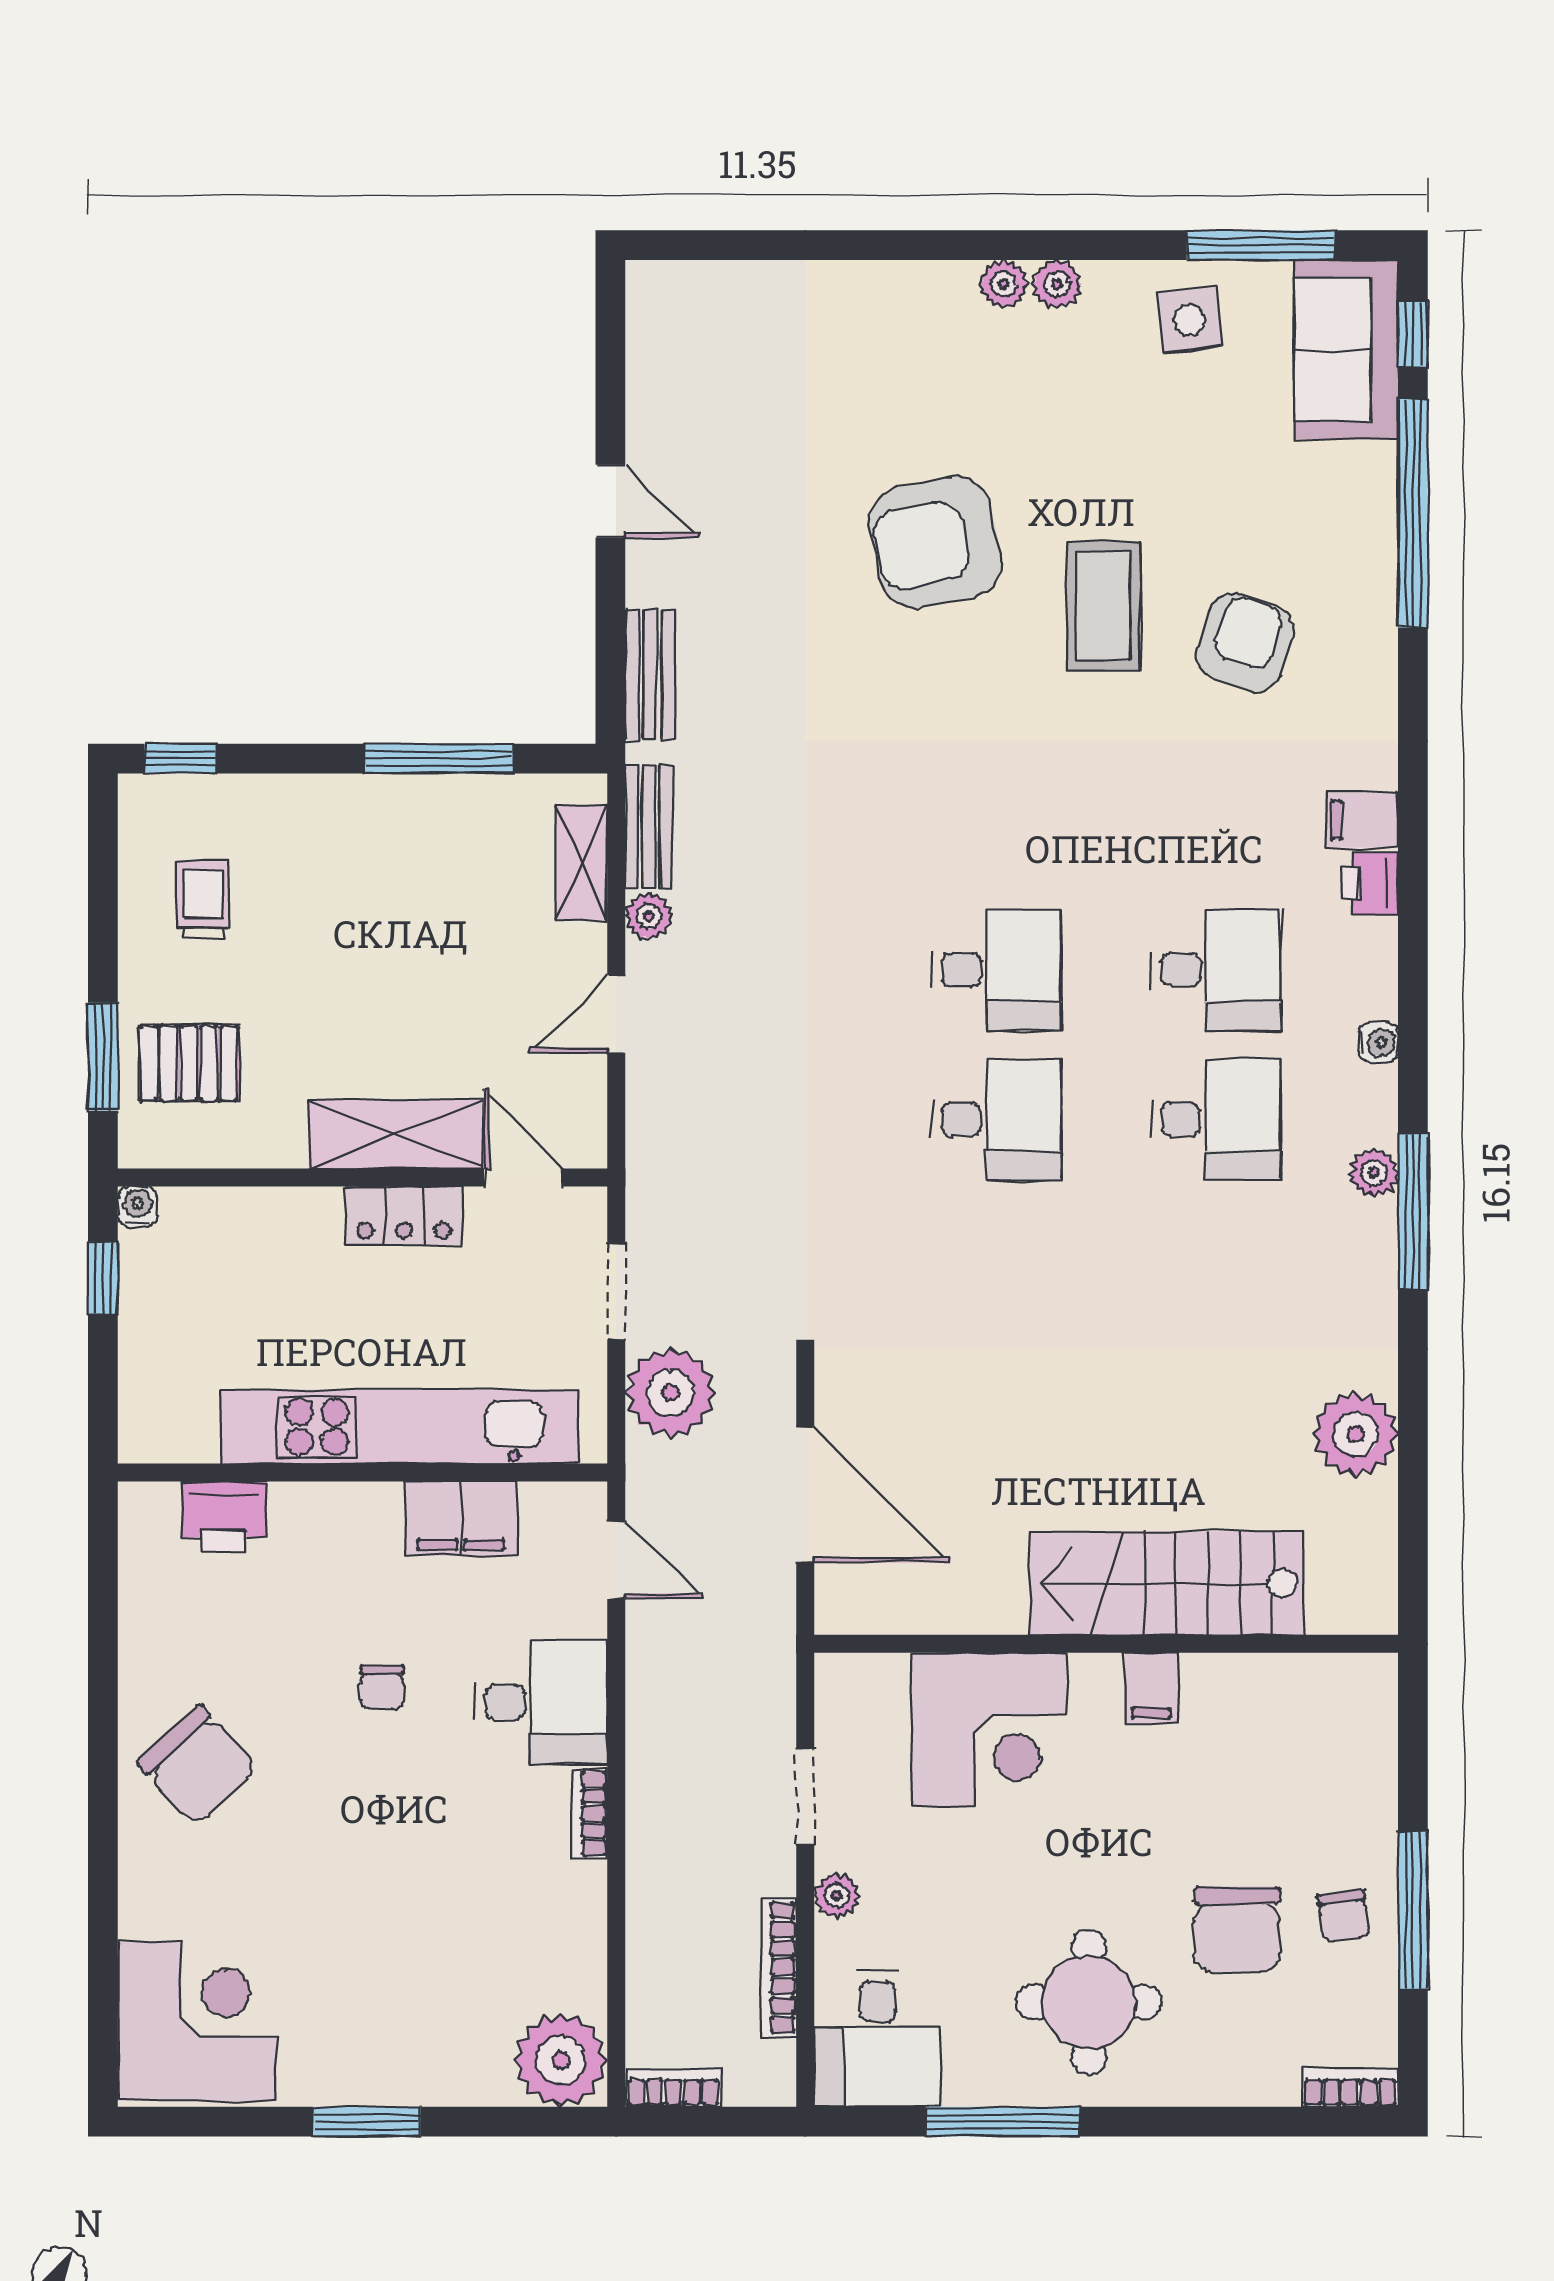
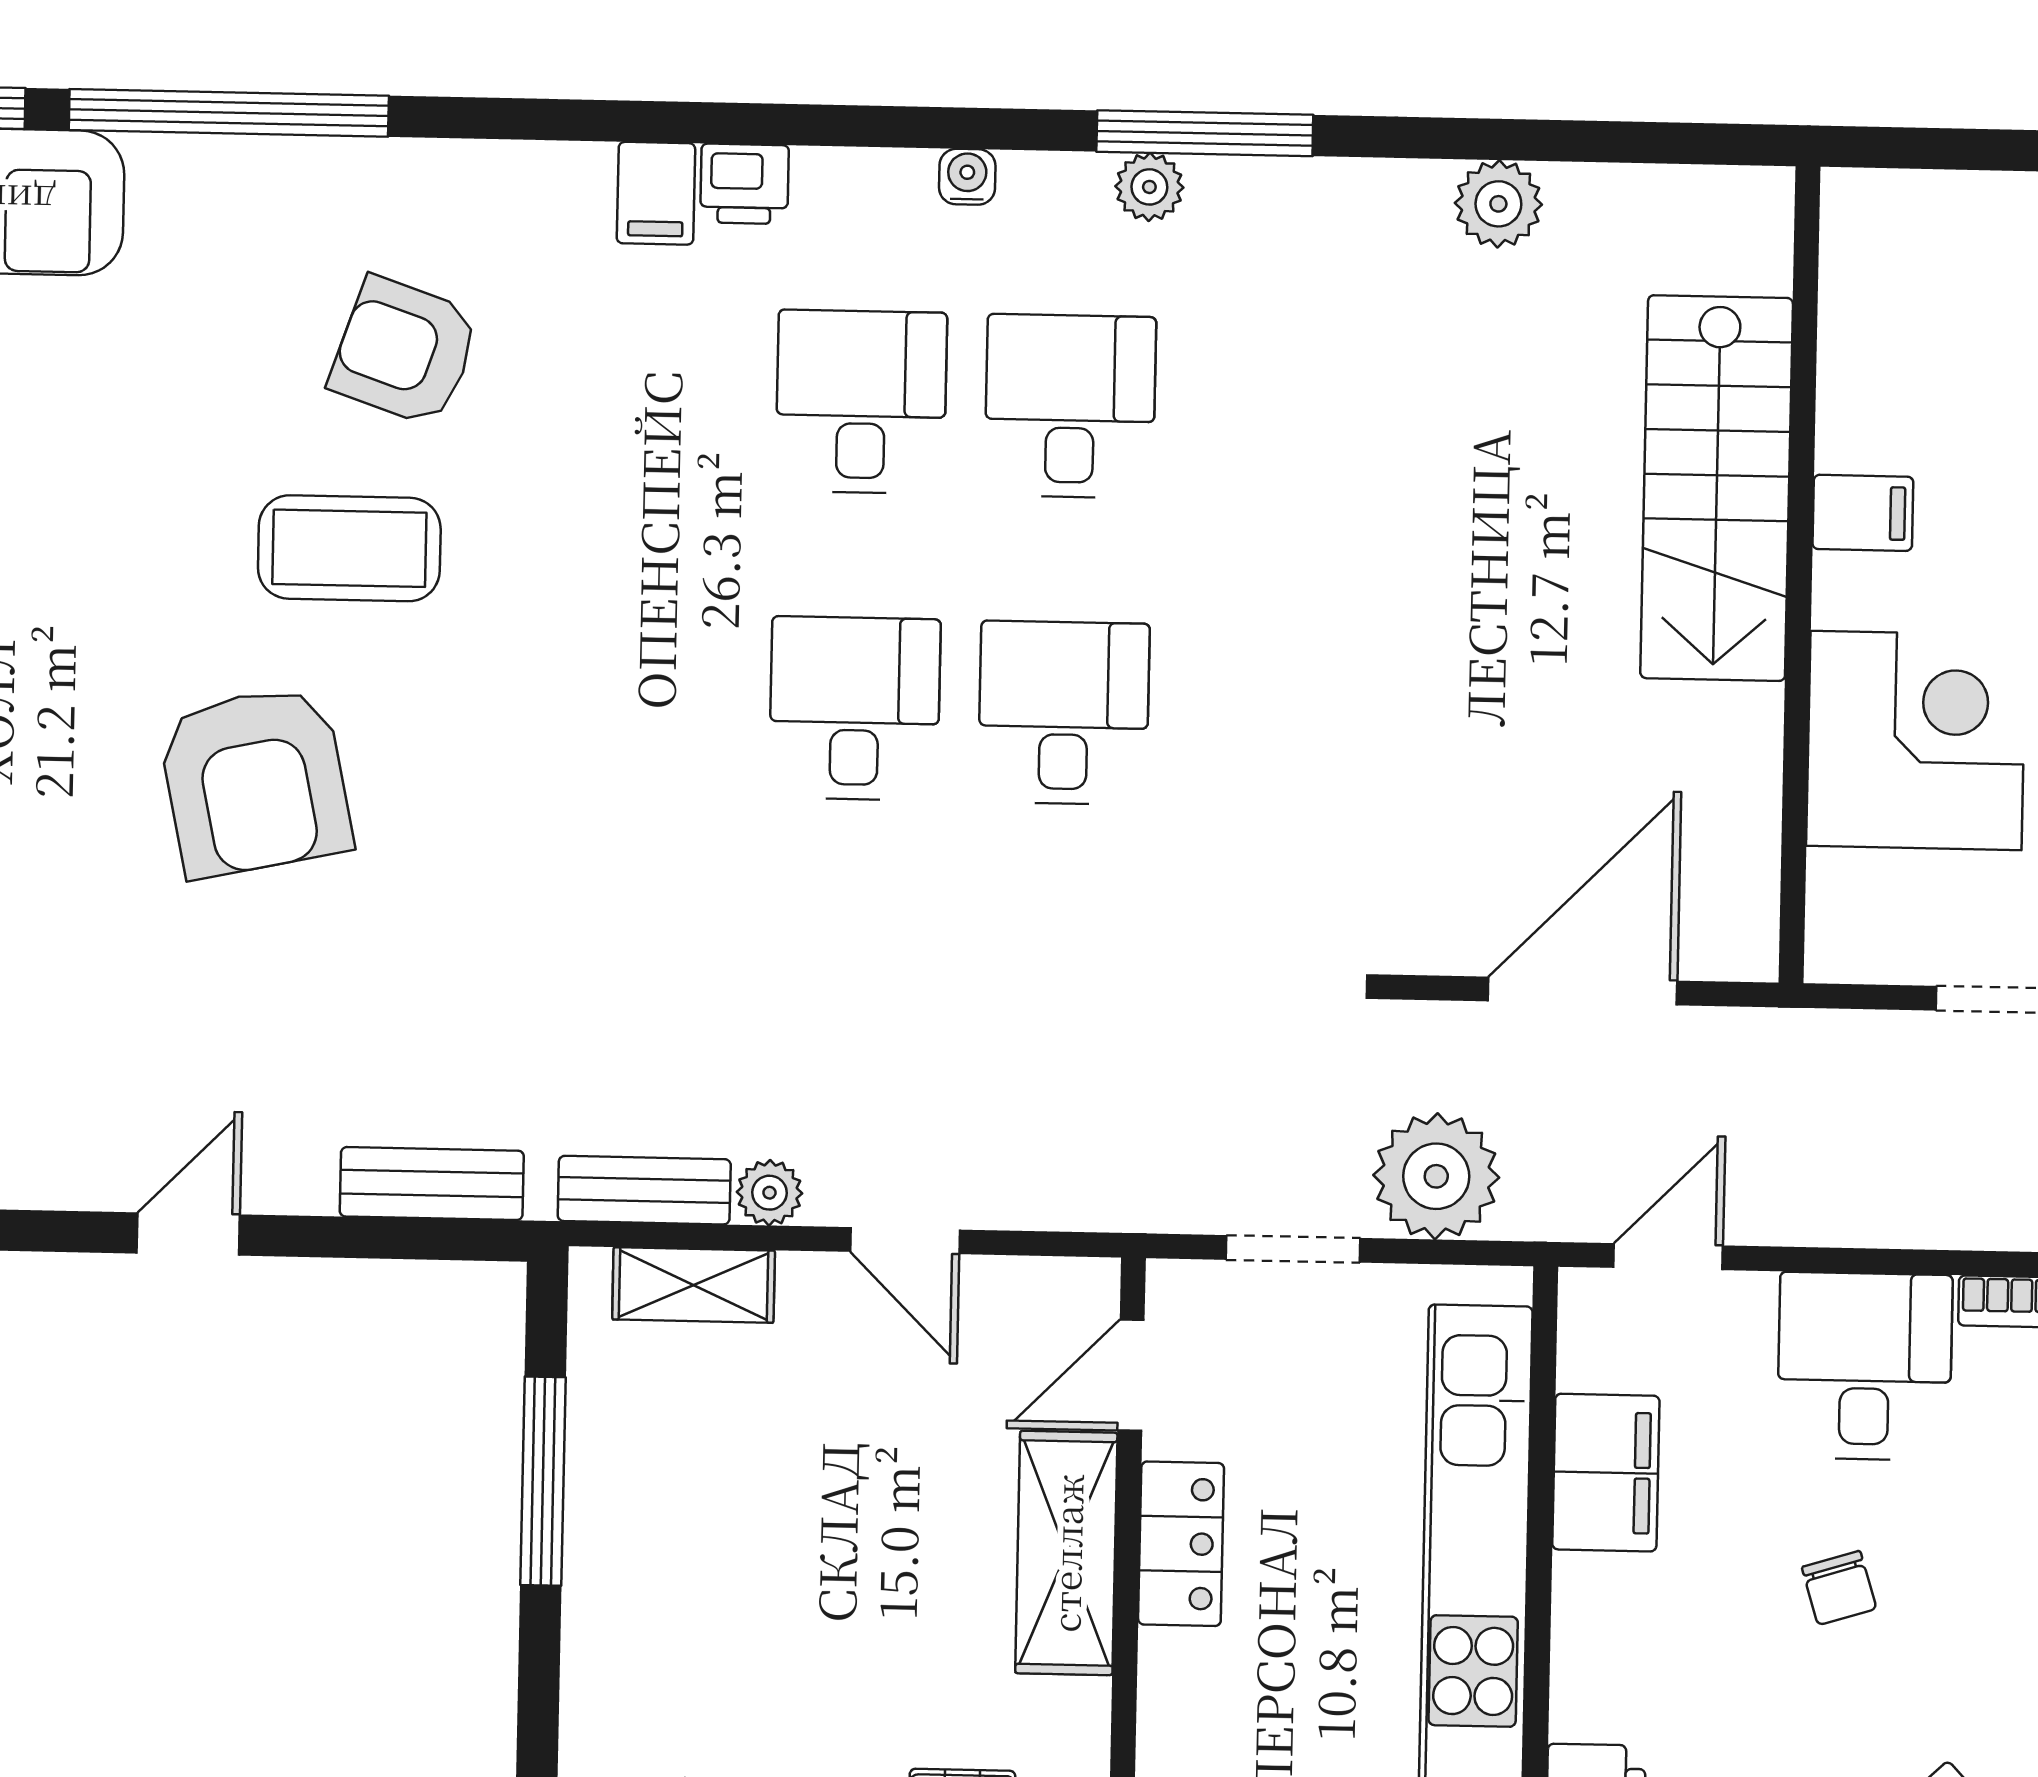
plant: (1356, 1434) -> (1498, 204), width x0.73, depth x0.73
chair: (382, 1687) -> (1839, 1588), turned 73

